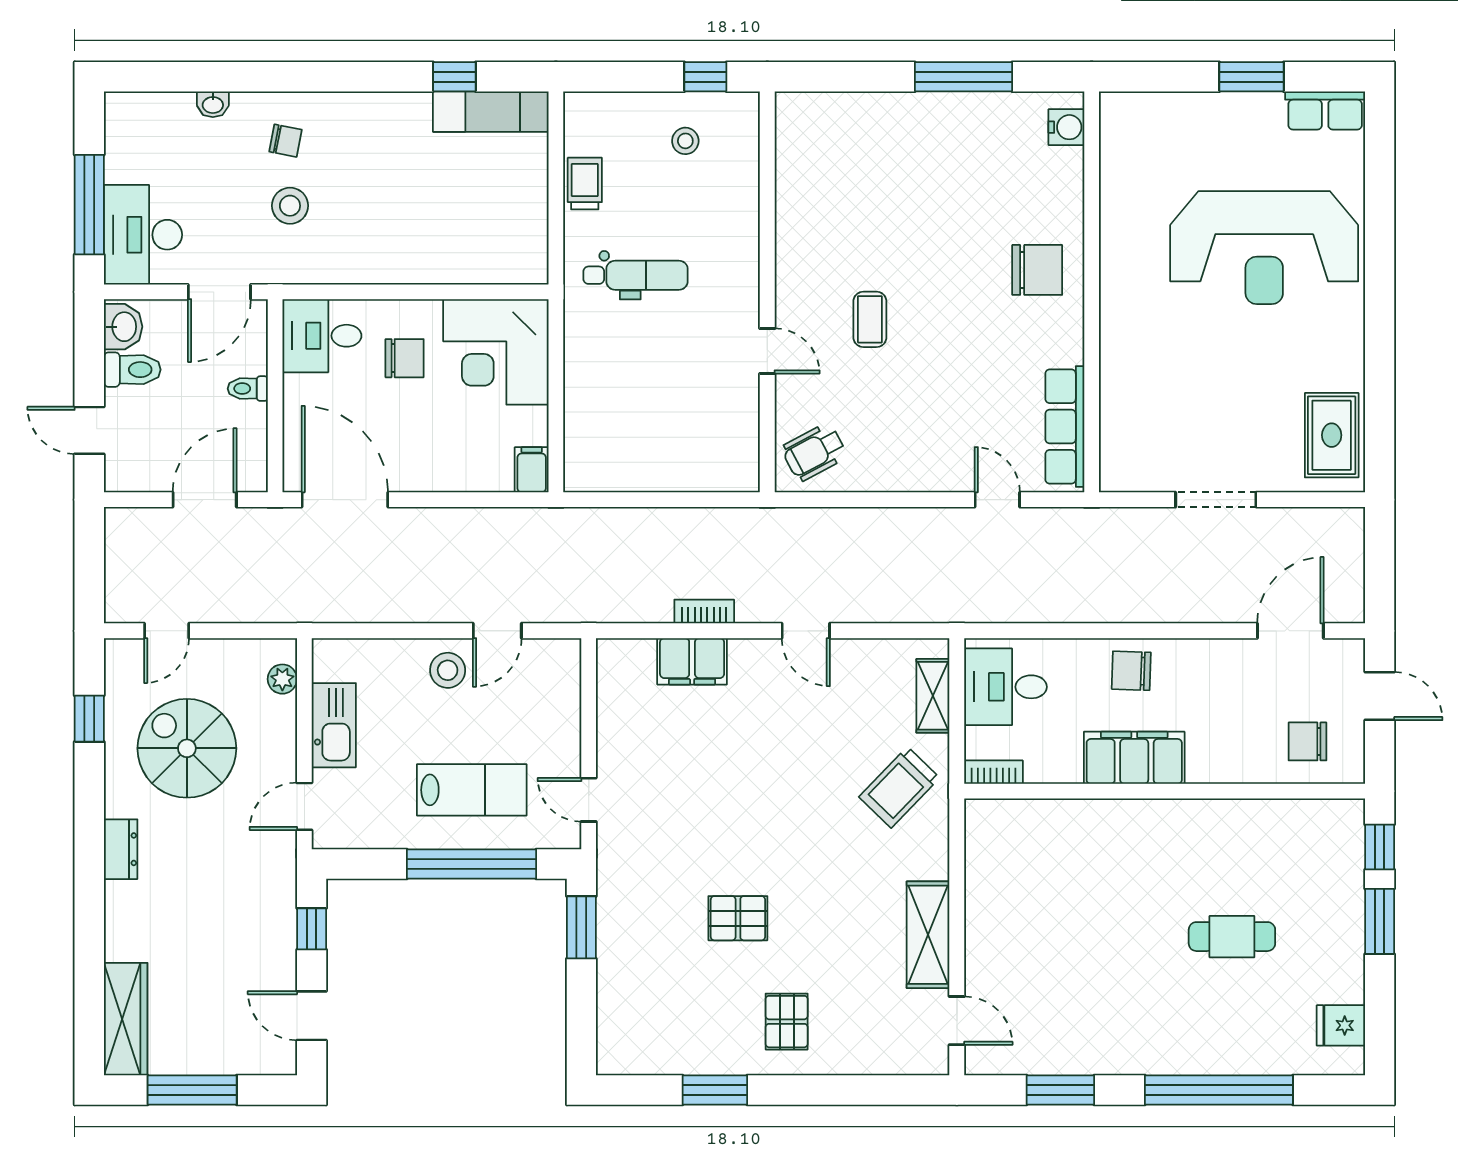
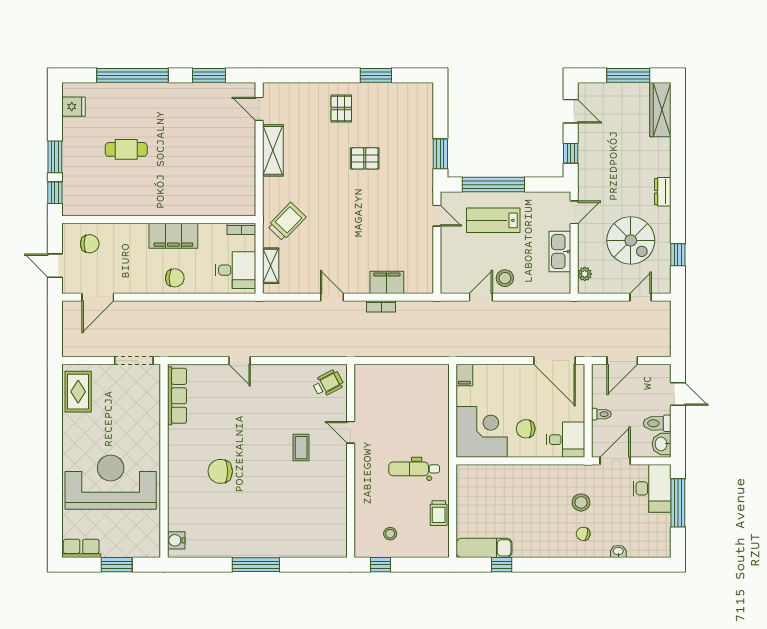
water cooler: (1066, 127) -> (176, 540), moved
wall: (1092, 292) -> (164, 461), moved
row of seats: (1065, 427) -> (177, 396), moved

